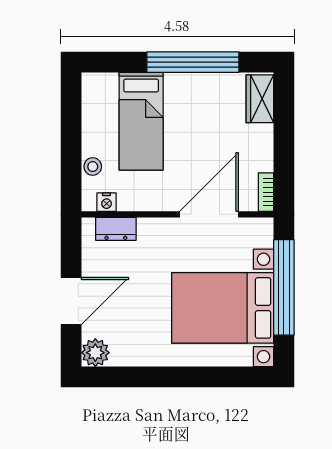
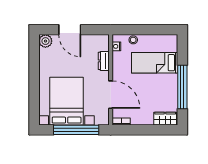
dresser: (116, 229) -> (104, 61), moved

